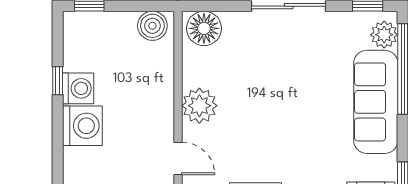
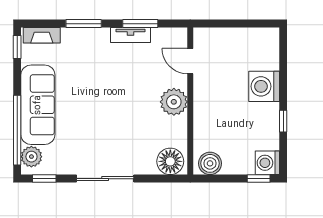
washing machine: (78, 88) -> (267, 163), moved

